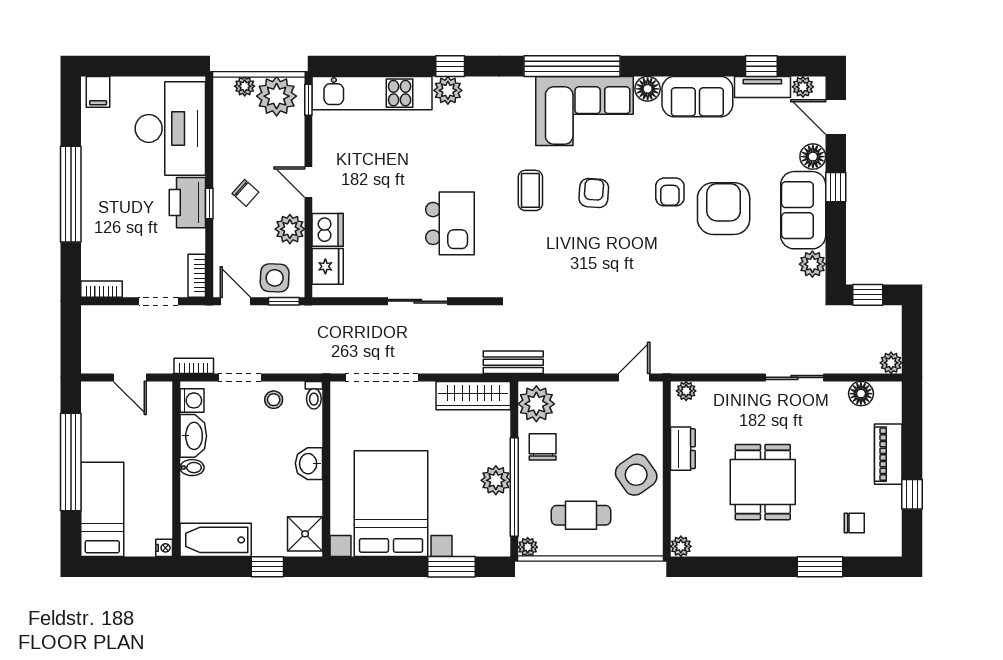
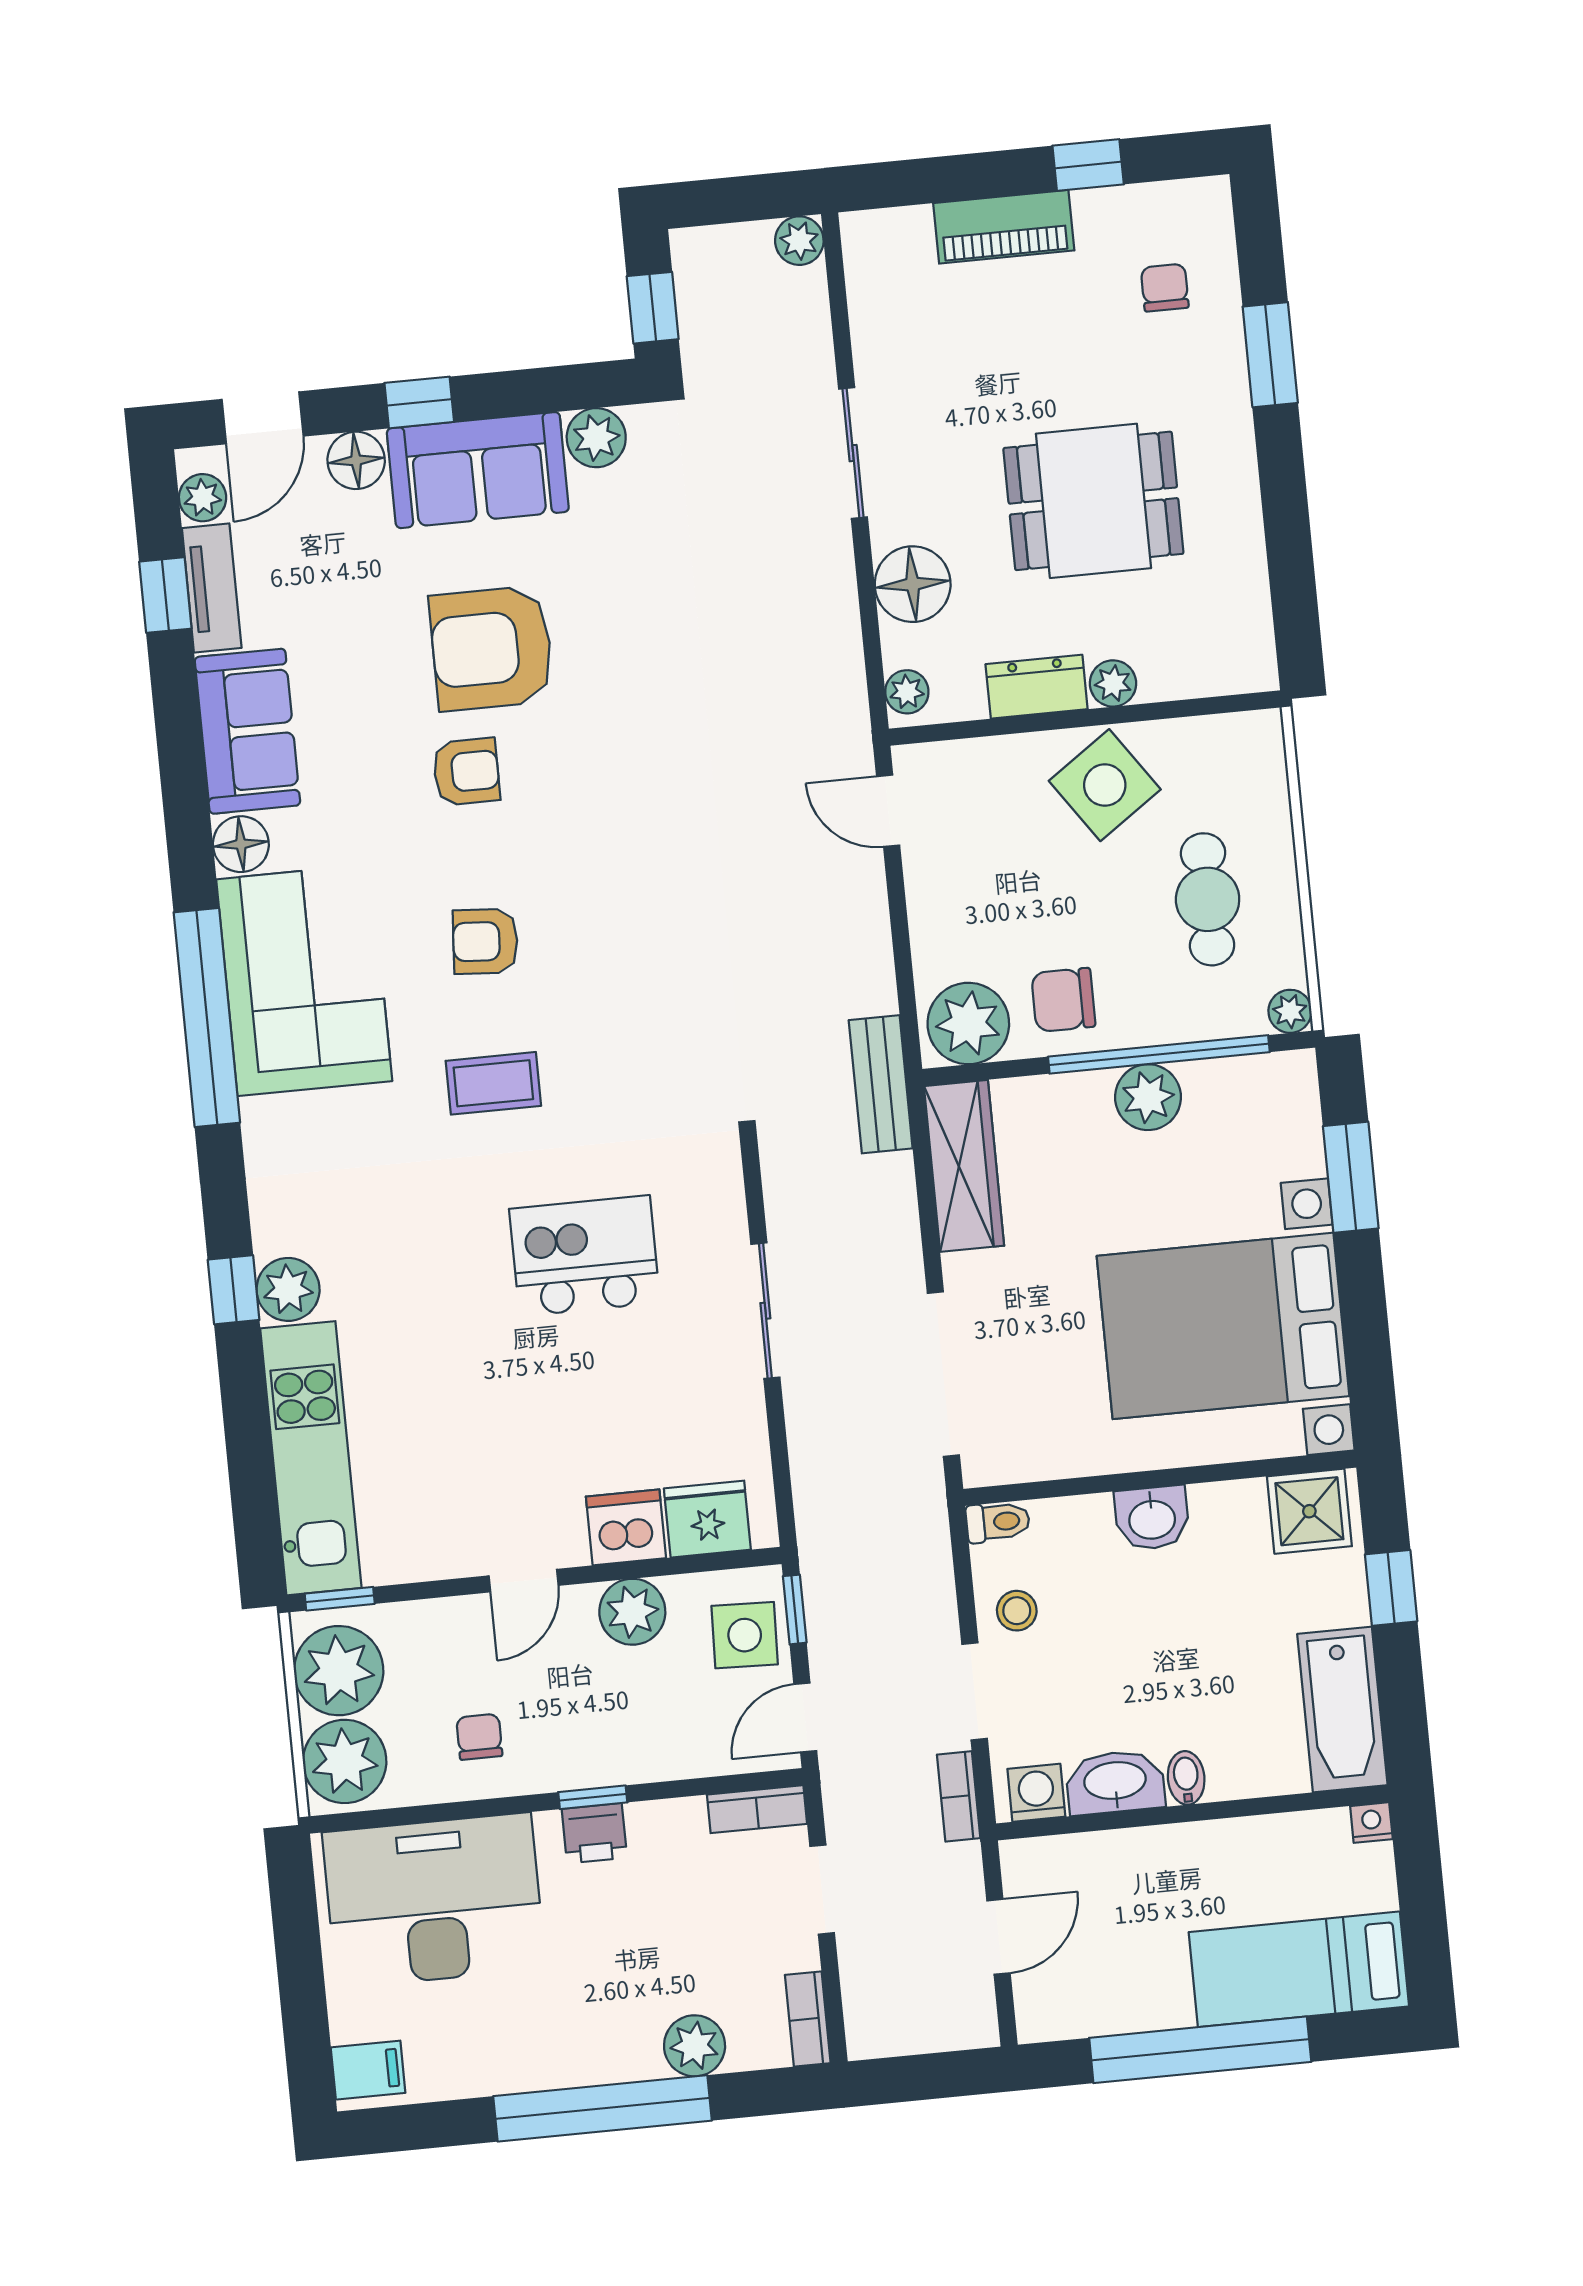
plant: (245, 86) -> (345, 1761), width x1.88, depth x1.88
chair: (245, 193) -> (479, 1737), moved, turned -42
printer: (187, 203) -> (594, 1833), width x0.53, depth x0.68
plant: (95, 238) -> (695, 2046), added
floor lamp: (861, 394) -> (913, 584), moved, width x1.38, depth x1.38
plant: (681, 546) -> (1113, 683), moved

